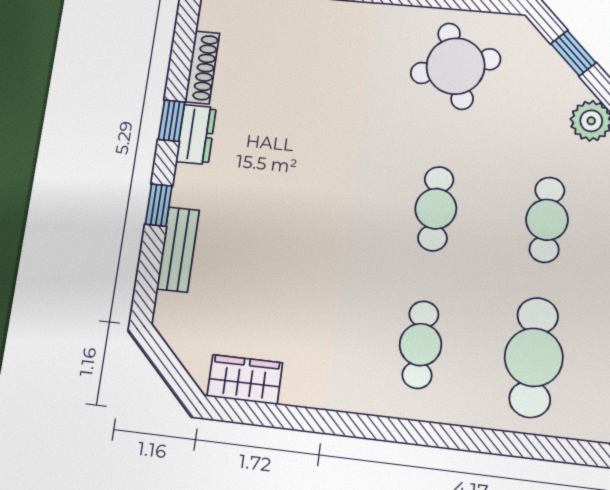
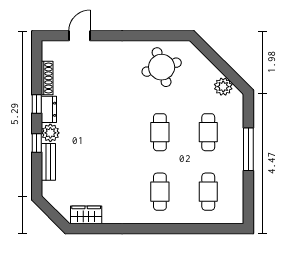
window: (573, 53) -> (213, 57), removed
plant: (192, 186) -> (50, 133), added
cafe table: (534, 357) -> (208, 192), width x0.73, depth x0.74

